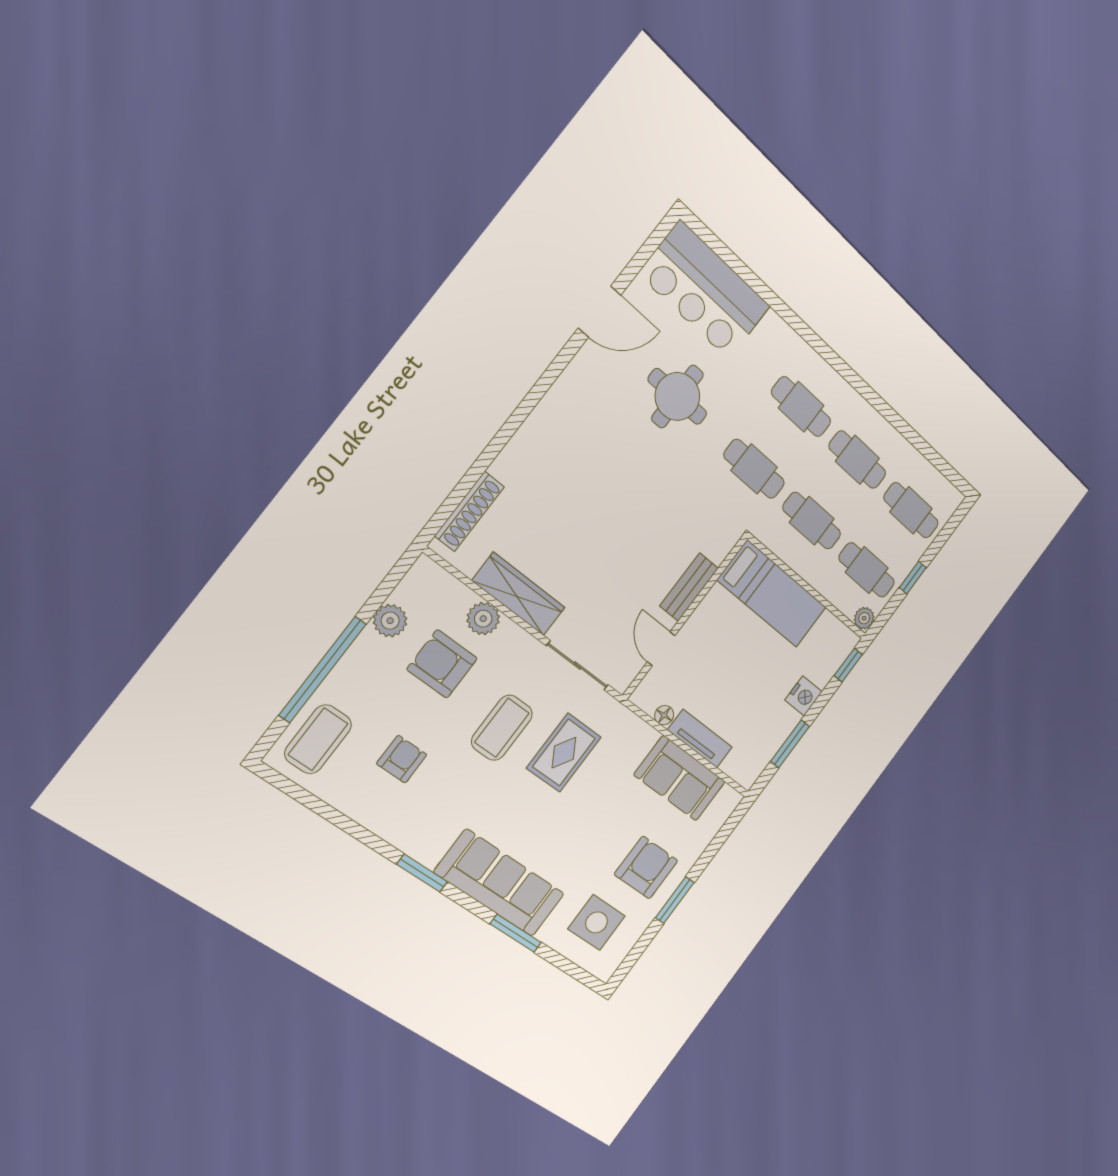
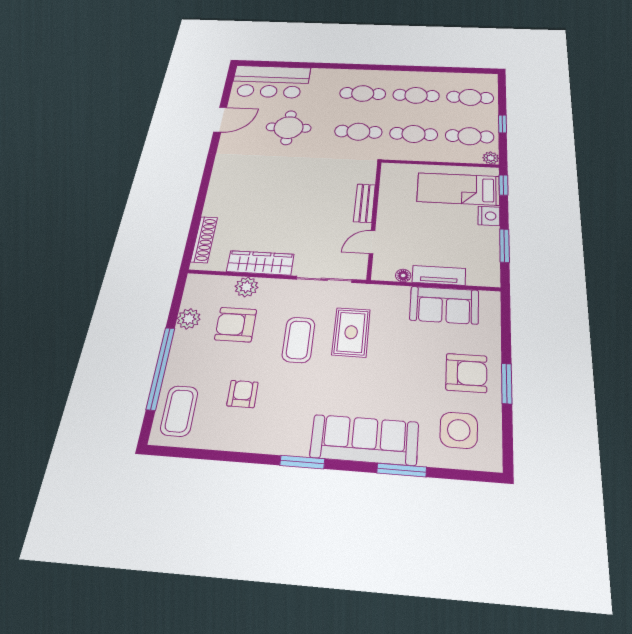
bed: (772, 594) -> (458, 189), moved, turned 180
door: (661, 649) -> (372, 242), hinge flipped
armchair: (646, 867) -> (466, 373), turned 90

